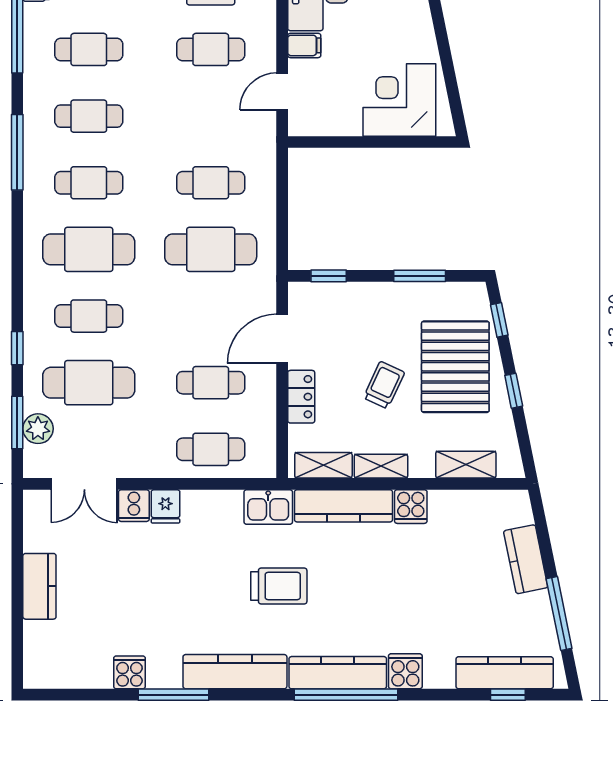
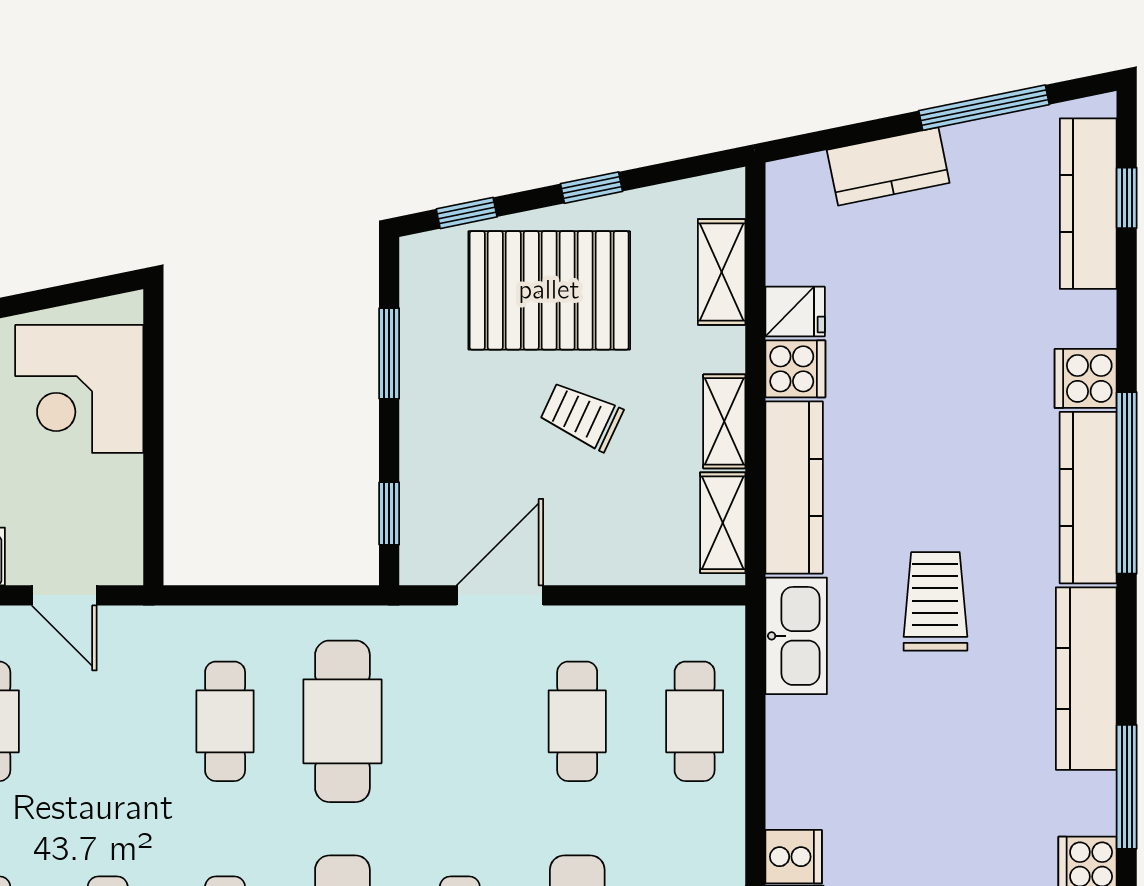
door: (282, 339) -> (500, 595), swing flipped
locker: (301, 397) -> (602, 562), removed
fridge: (165, 506) -> (795, 312), moved
kitchen sink: (268, 507) -> (796, 636), width x1.38

